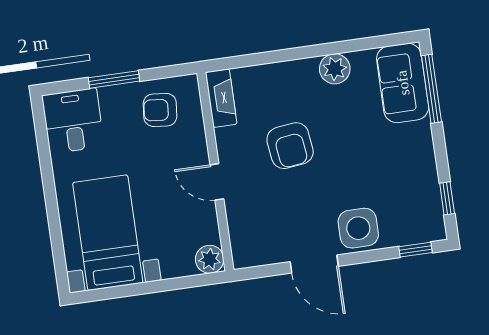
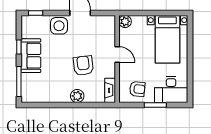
plant: (335, 69) -> (77, 96), moved
sofa: (403, 83) -> (31, 56), moved
desk: (73, 121) -> (171, 90), width x1.37
window: (447, 198) -> (19, 47), moved

